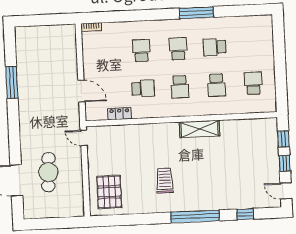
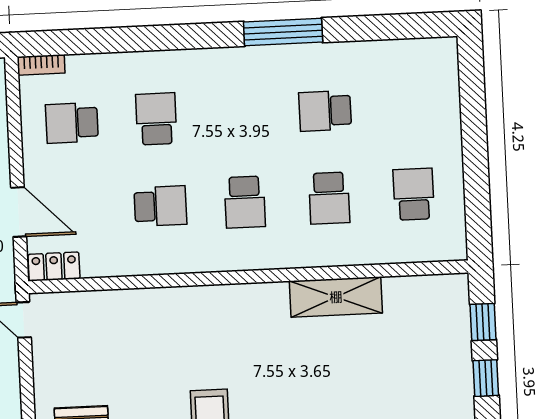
school desk: (178, 49) -> (72, 123), moved, turned -90
locker: (119, 114) -> (54, 266), moved
shelving: (200, 129) -> (336, 297), moved

